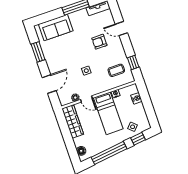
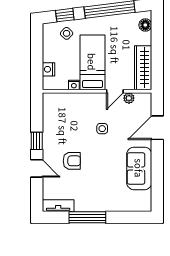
sofa: (56, 28) -> (139, 168), moved, turned -90
window: (38, 52) -> (157, 175), removed
window: (133, 62) -> (37, 141), moved
coffee table: (116, 70) -> (62, 115), removed
door: (86, 99) -> (115, 91), swing flipped

